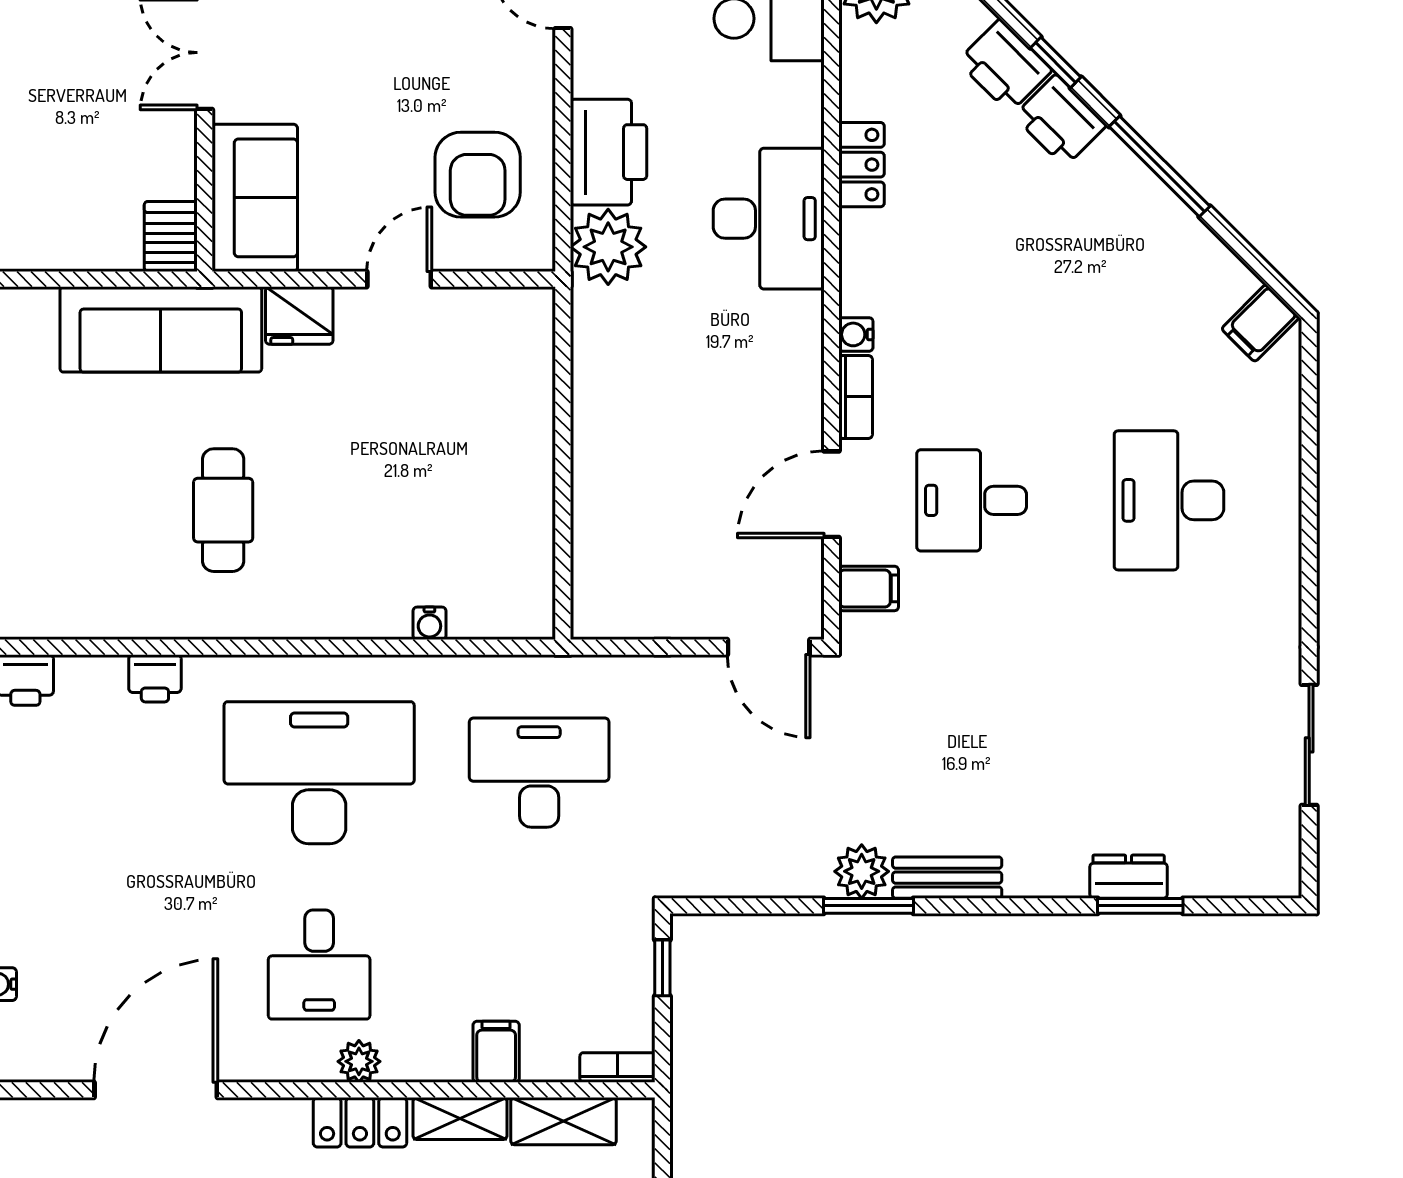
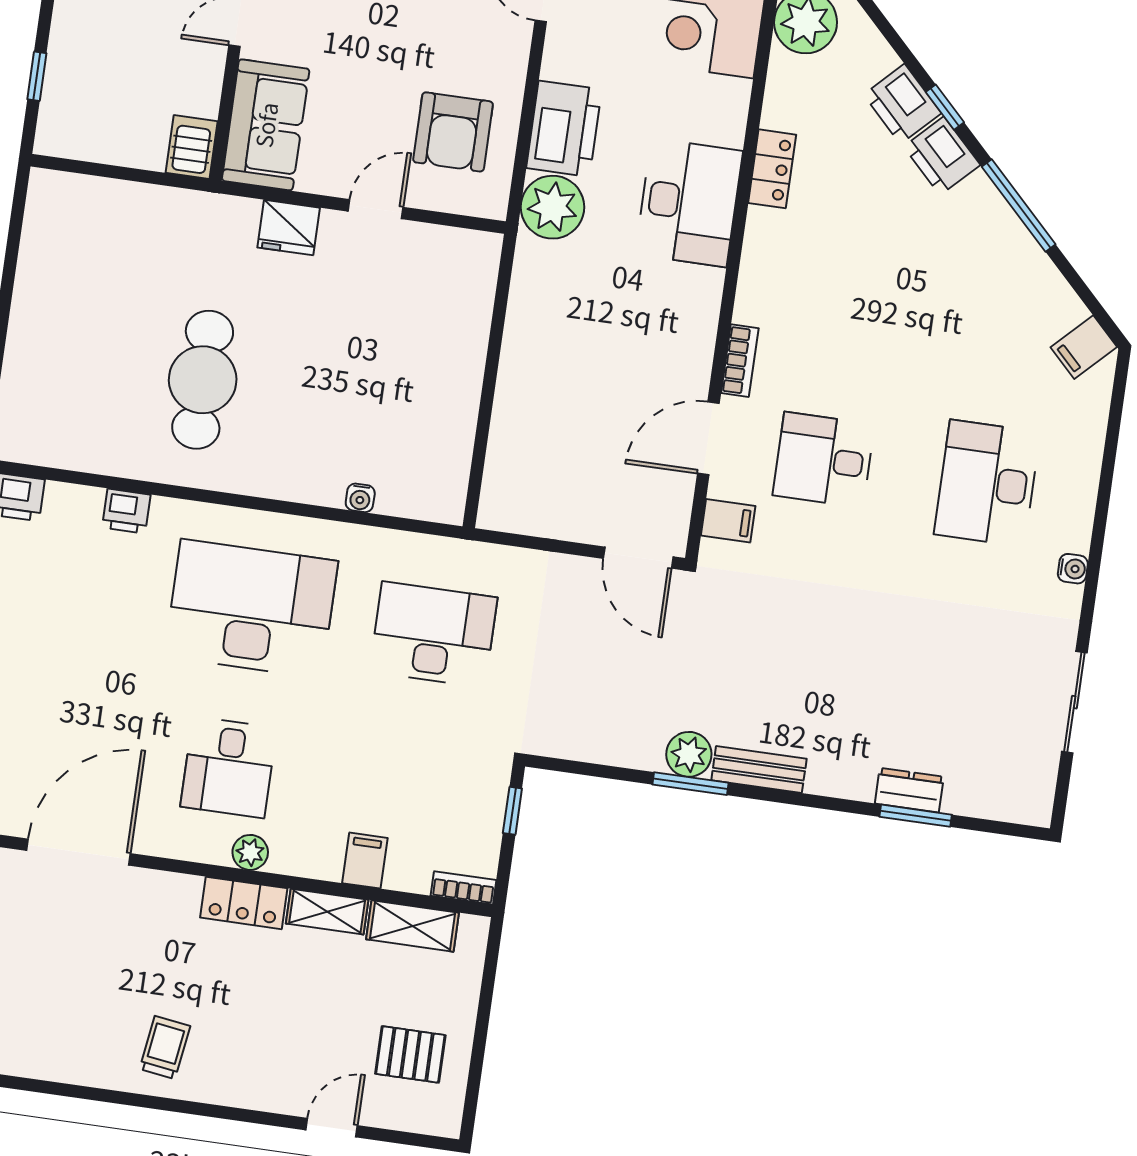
sofa: (161, 329) -> (172, 223), removed
water cooler: (856, 334) -> (1073, 569), moved, turned 180
cafe table: (223, 510) -> (203, 380), width x1.37, depth x1.35

